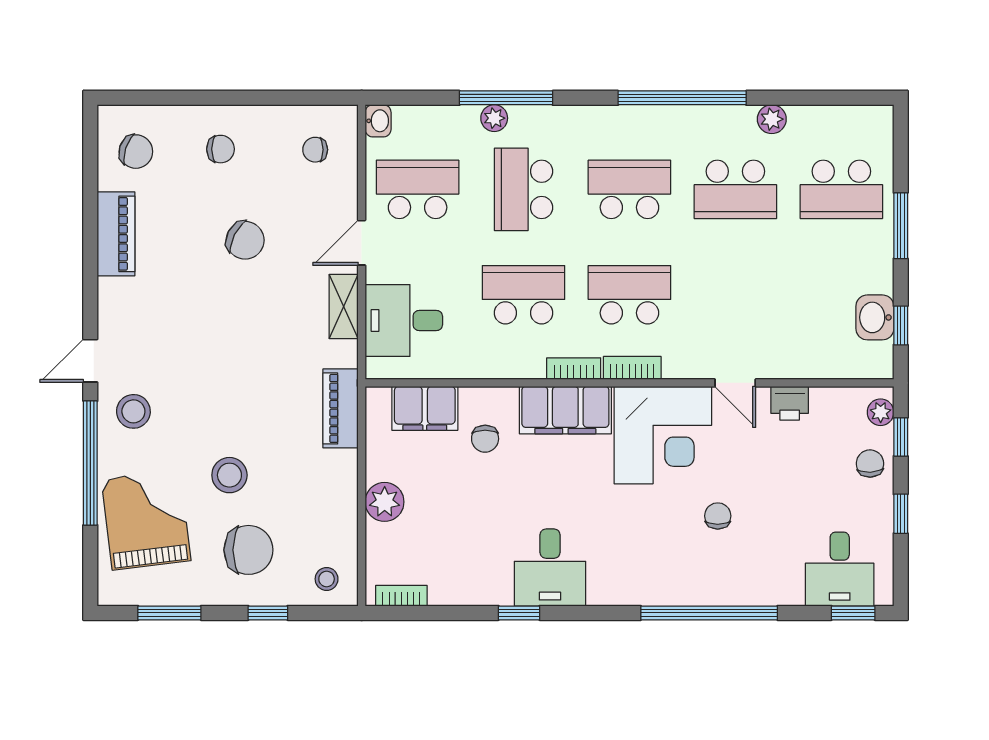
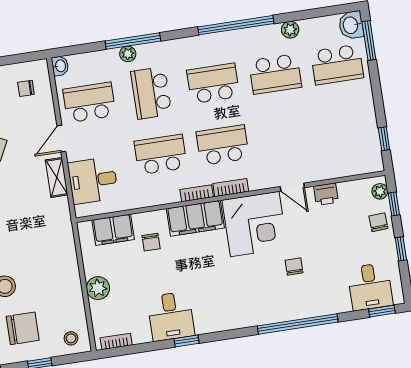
window: (901, 226) -> (369, 40), moved
washbasin: (875, 317) -> (351, 25), moved
piano: (341, 408) -> (64, 237), removed
desk: (550, 568) -> (171, 316), moved

